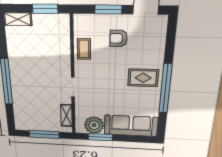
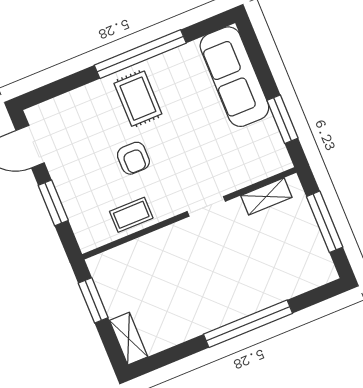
armchair: (118, 38) -> (133, 158), moved
plant: (94, 125) -> (263, 140), removed

